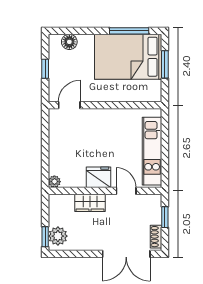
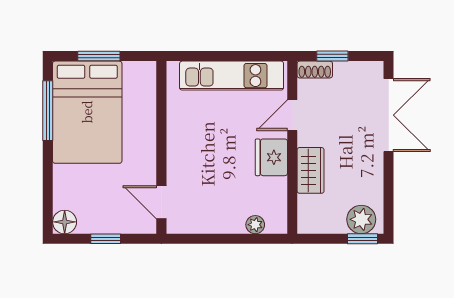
floor lamp: (69, 42) -> (65, 222), moved
plant: (54, 182) -> (255, 225), moved
shoe rack: (156, 237) -> (315, 70), moved

